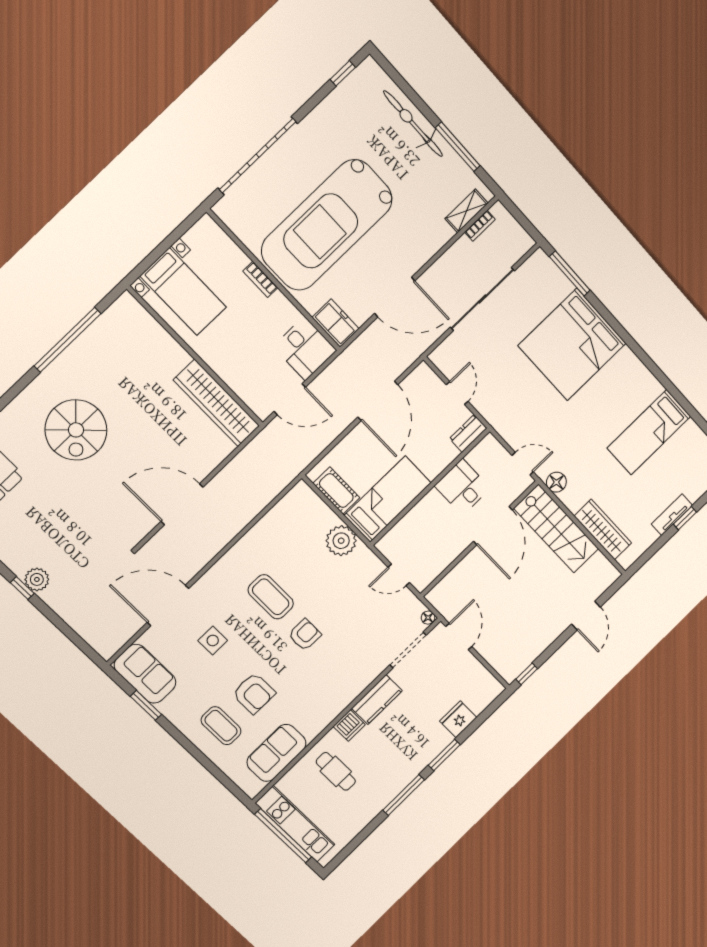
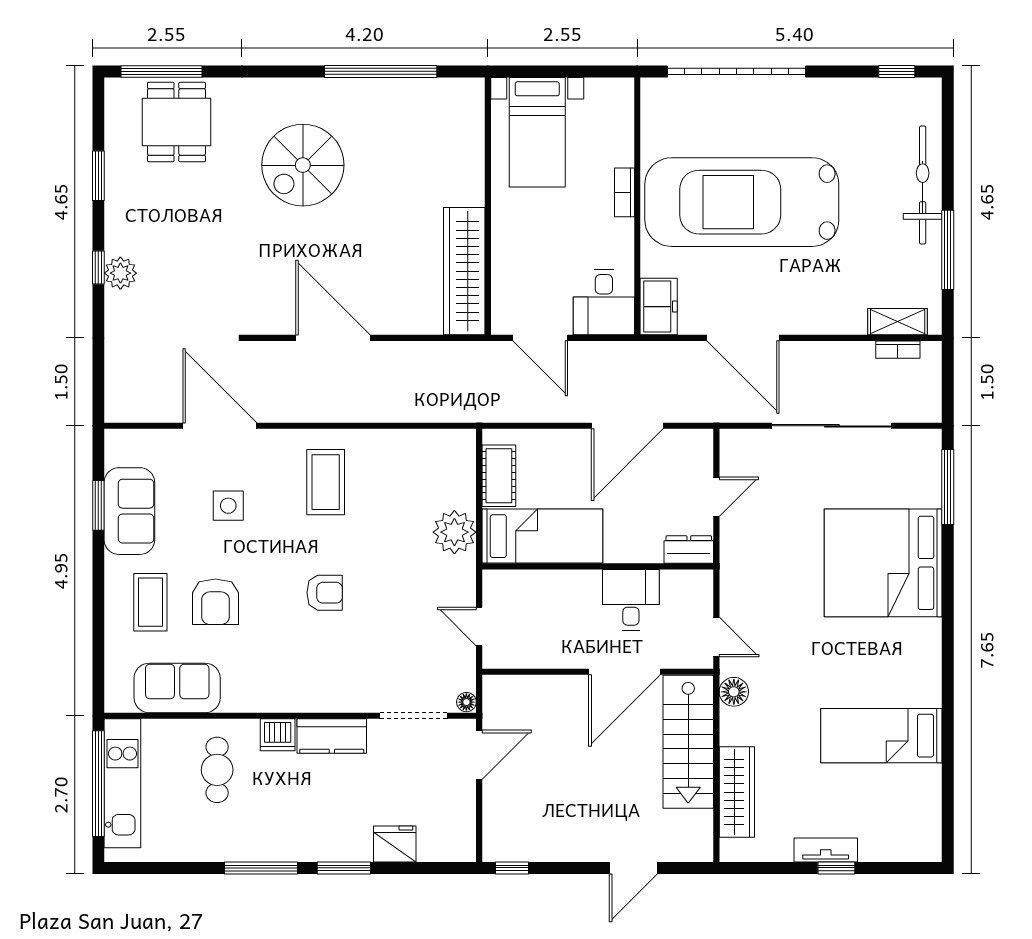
coffee table: (271, 597) -> (326, 482), moved
sofa: (145, 674) -> (129, 511), moved

